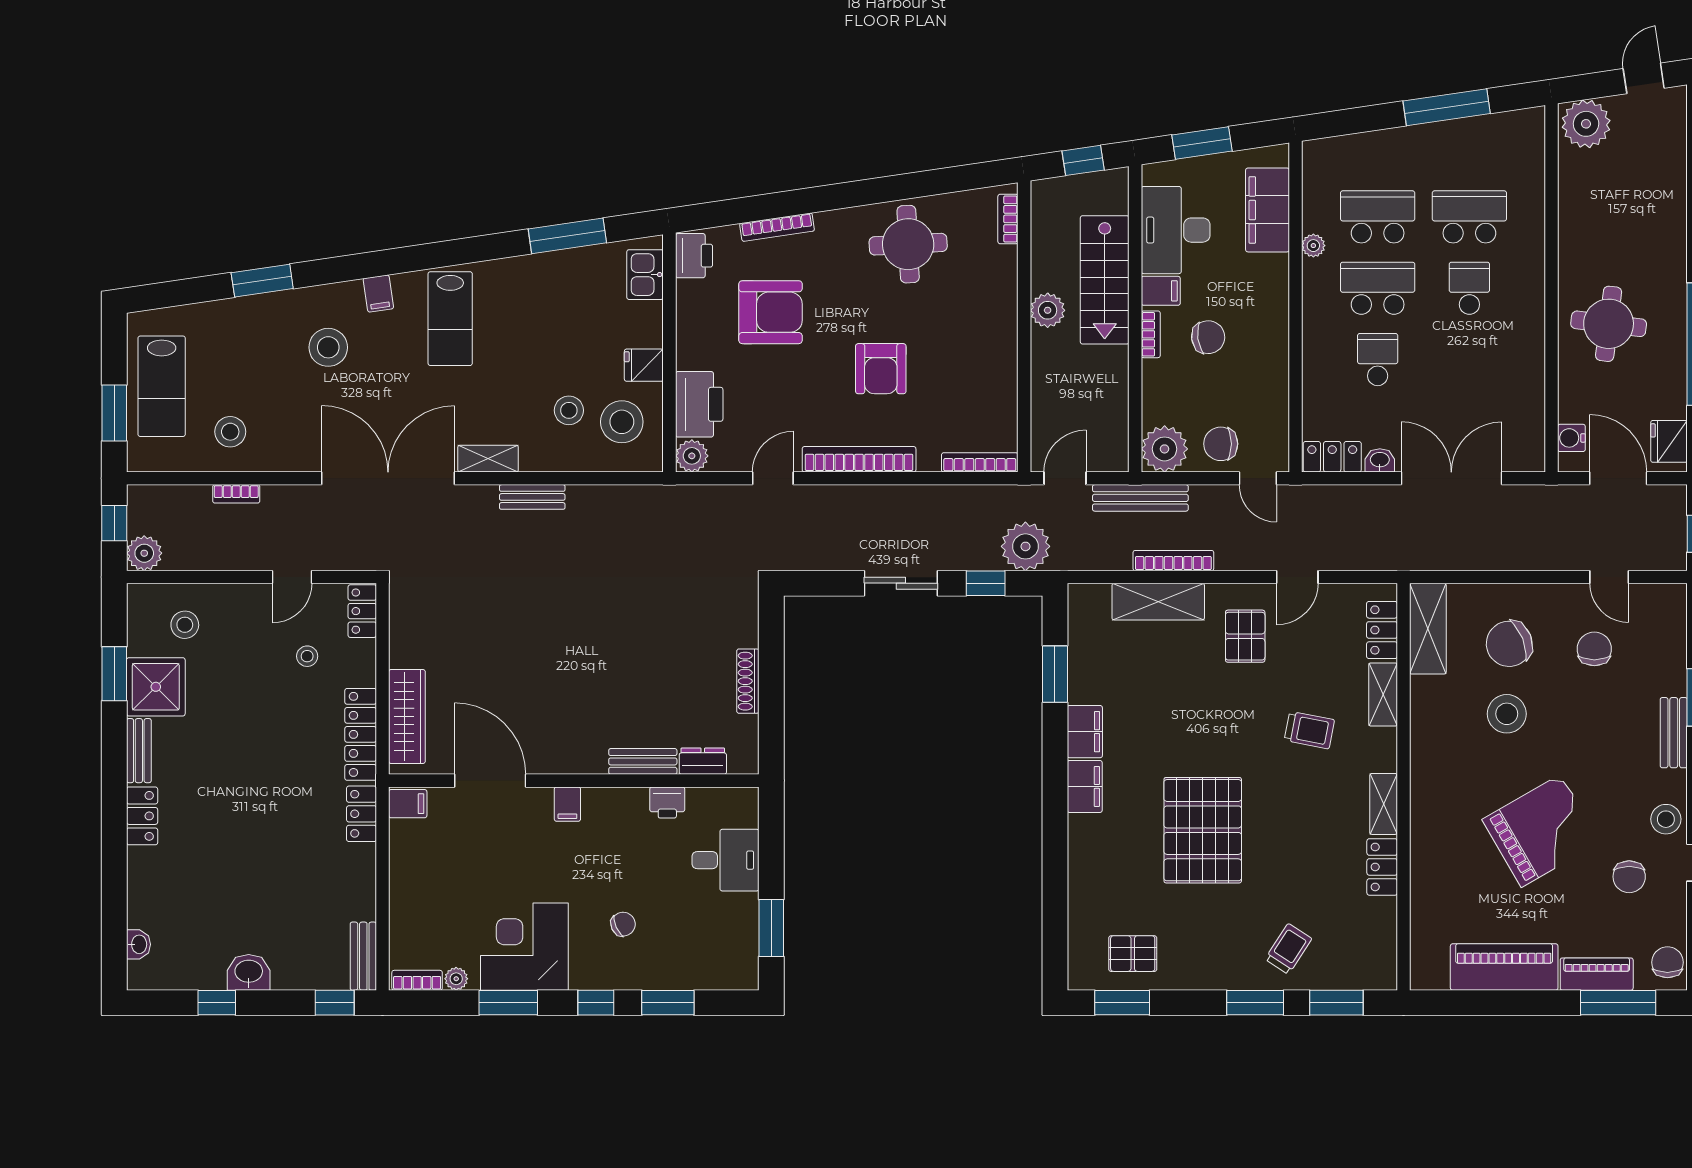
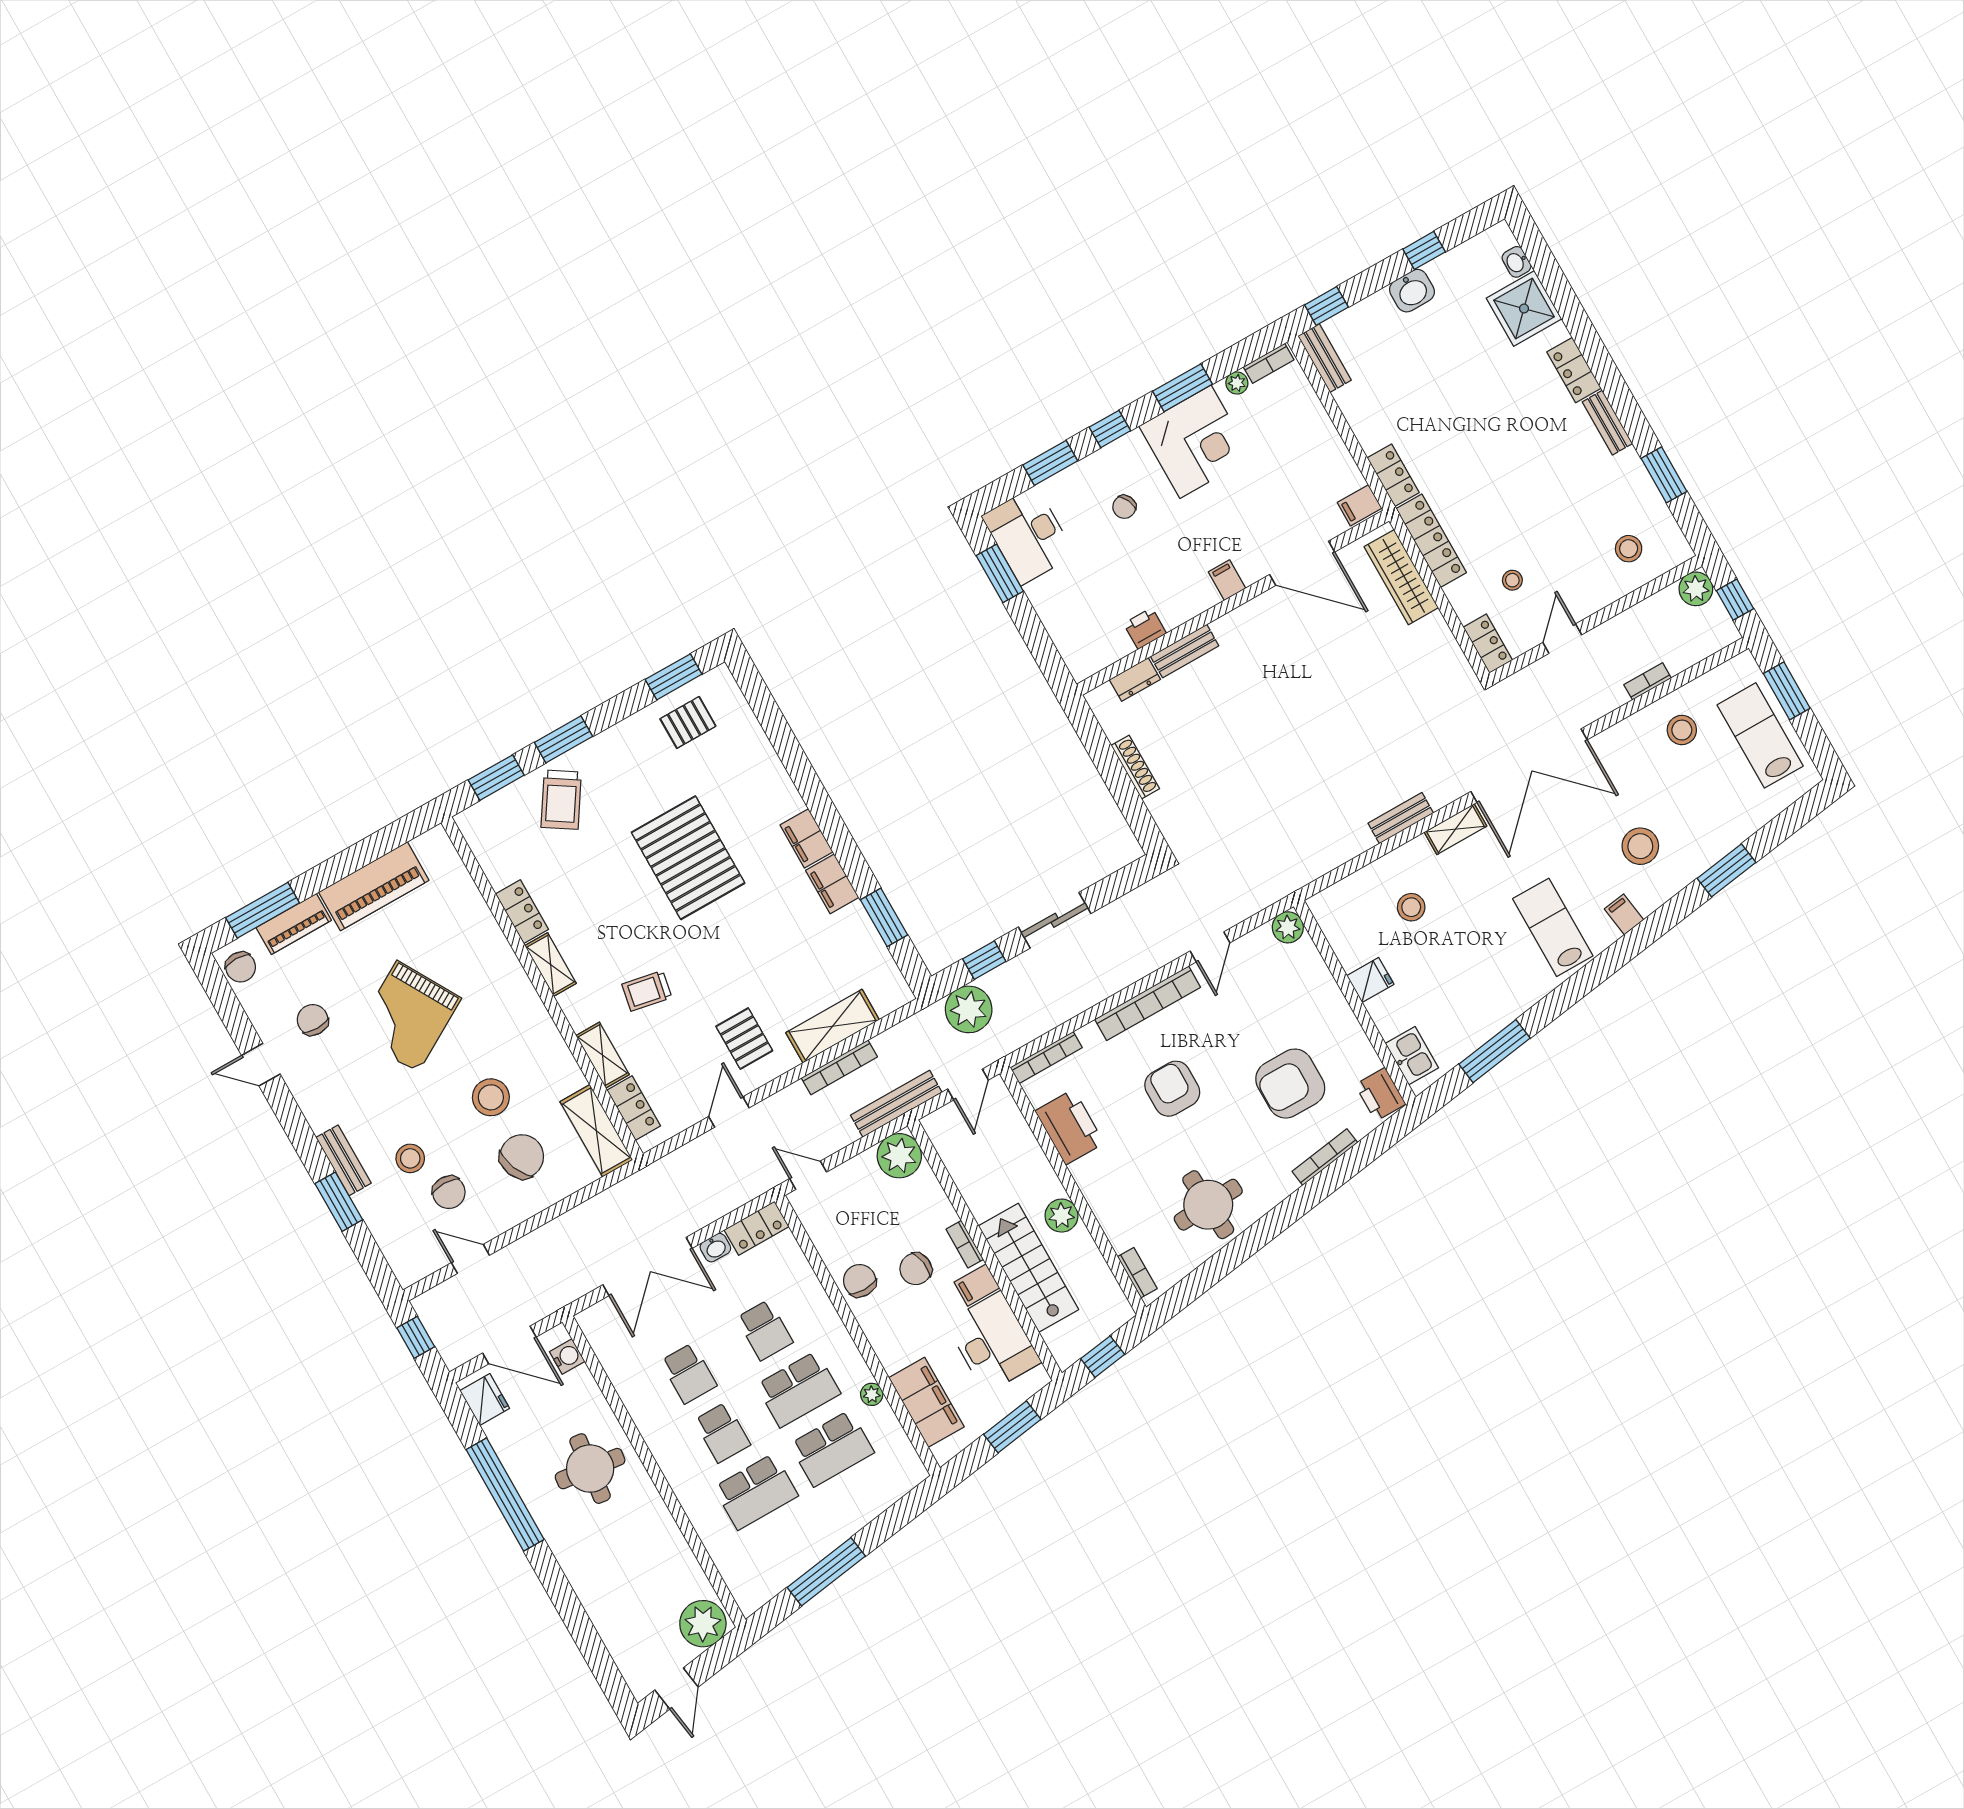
school desk: (1469, 360) -> (689, 1373), added
printer: (699, 404) -> (1070, 1127), moved, turned 180
stool: (622, 422) -> (1362, 923), removed
chair: (1221, 444) -> (860, 1281), moved, turned -90
shower: (156, 687) -> (1524, 309), moved
stool: (1666, 819) -> (410, 1158), moved
desk: (725, 860) -> (1028, 535), moved, width x1.37
trolley: (1288, 949) -> (561, 800), width x1.36, depth x1.39

